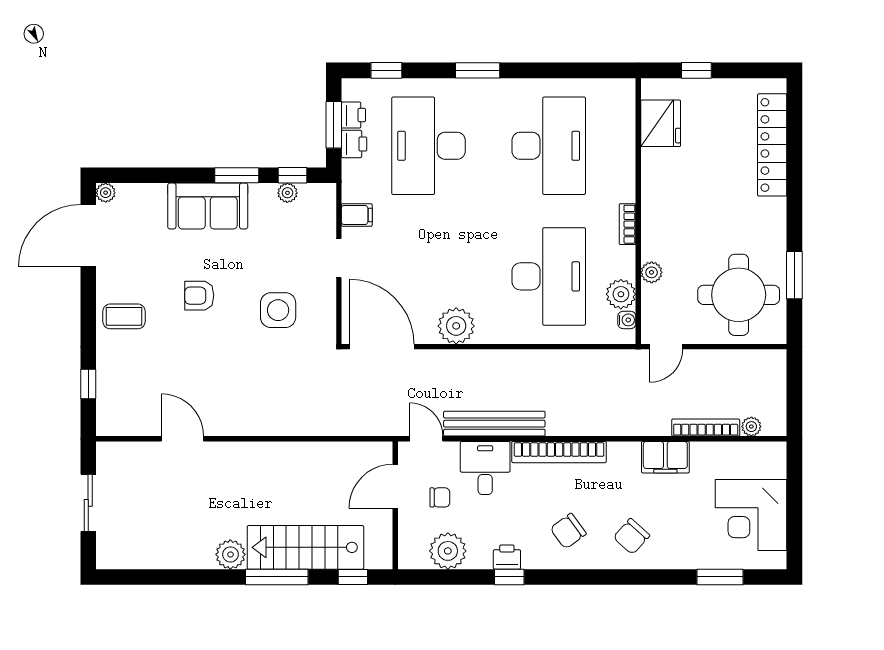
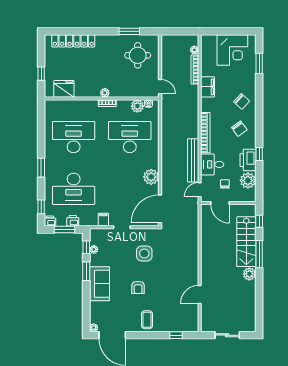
printer: (353, 115) -> (50, 221), moved
plant: (652, 272) -> (105, 93), moved
round table: (739, 295) -> (138, 55), width x0.73, depth x0.73
printer: (507, 557) -> (248, 160), width x1.87, depth x1.48

